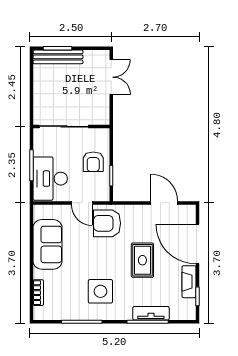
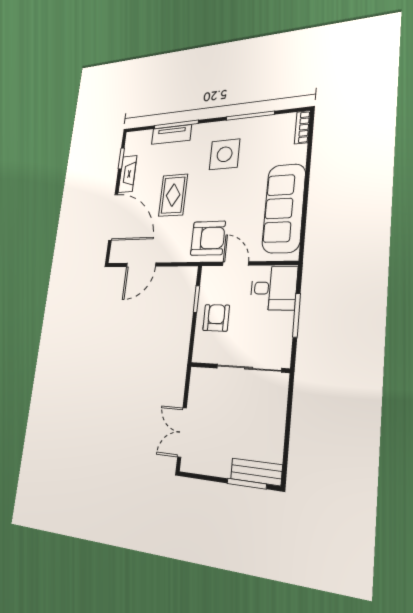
bench: (58, 57) -> (256, 472), width x0.73
desk: (50, 179) -> (274, 288), width x0.73
door: (164, 203) -> (141, 265), hinge flipped
sofa: (48, 244) -> (284, 208), width x1.36
bookcase: (38, 293) -> (302, 127), moved

